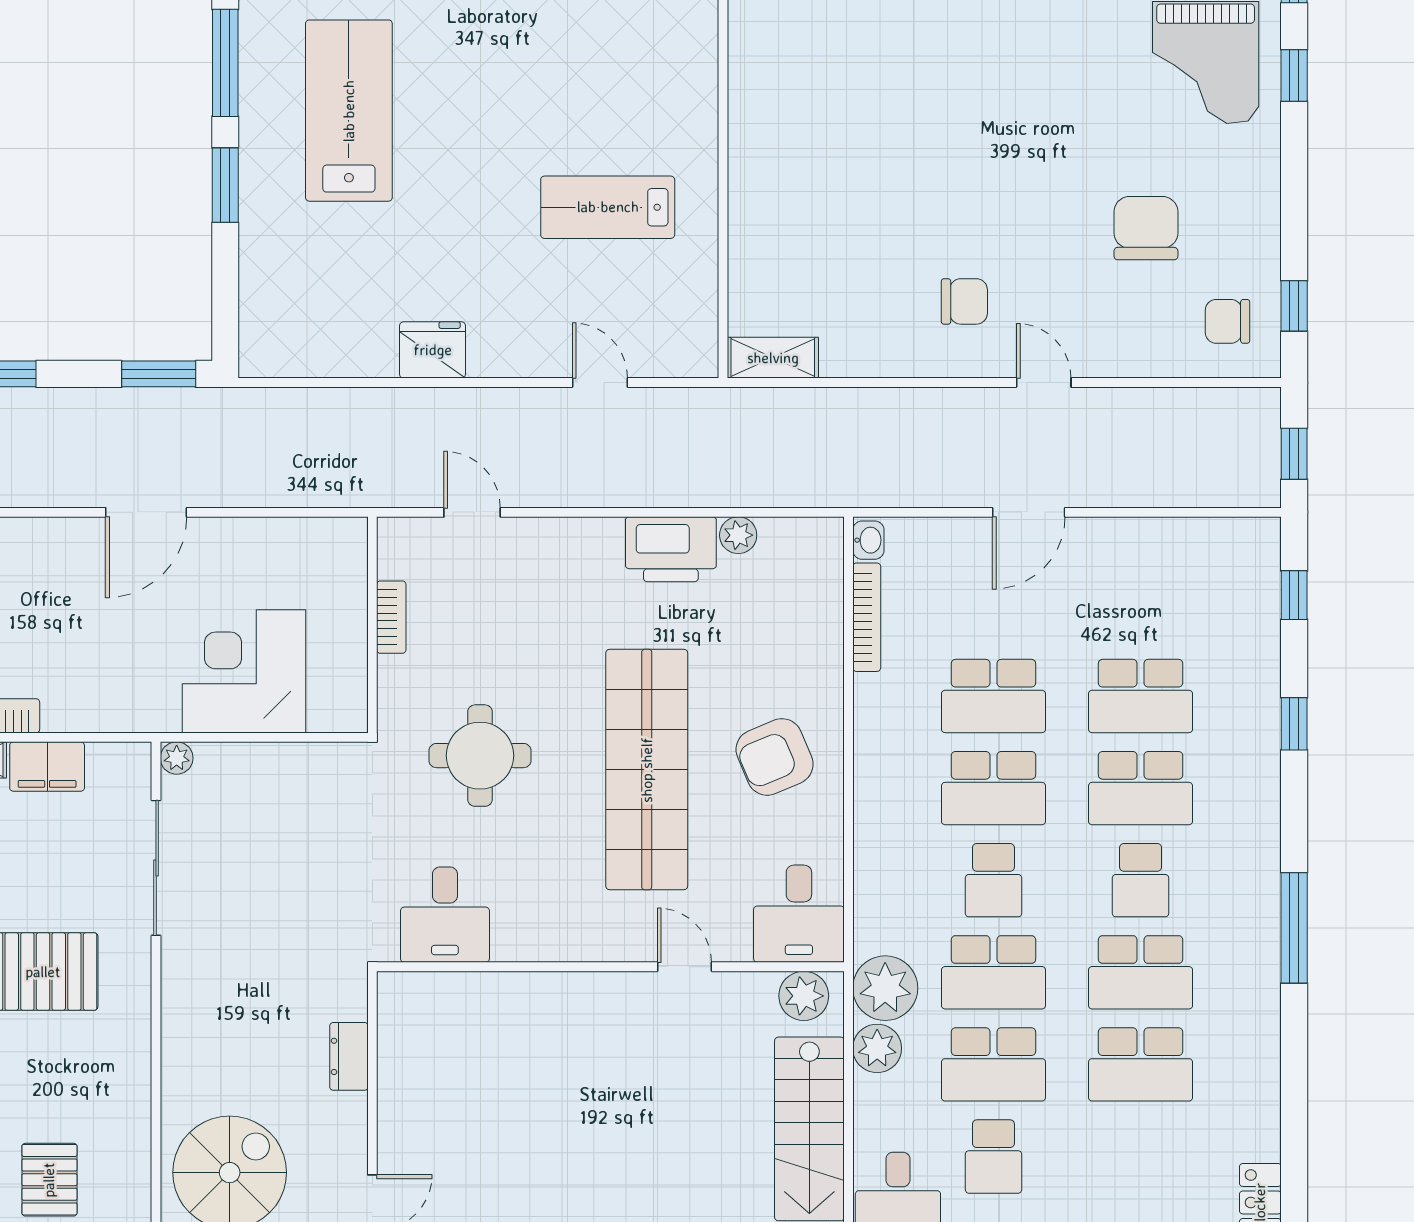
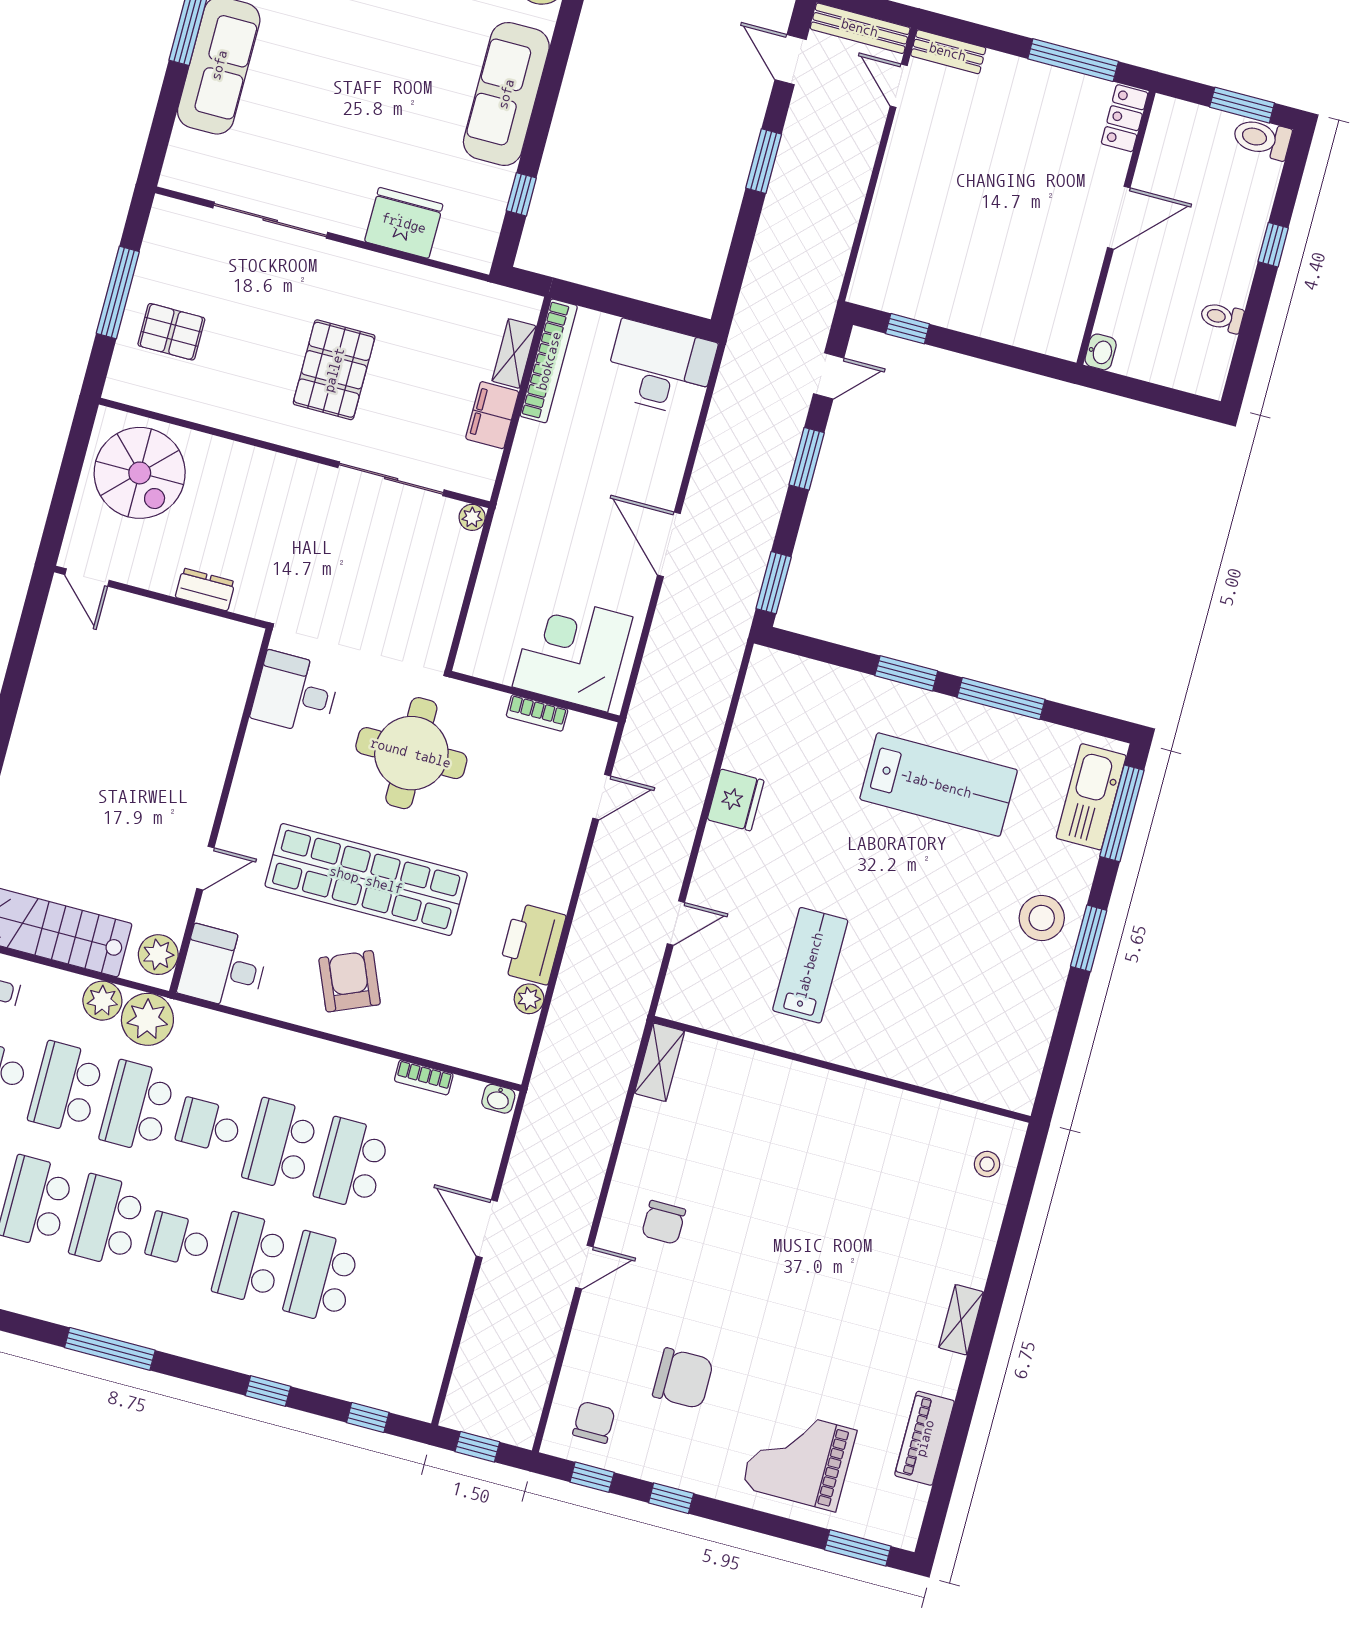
window: (1294, 75) -> (671, 1498), moved
bookcase: (867, 617) -> (424, 1077), width x0.64
corner desk: (244, 671) -> (573, 652), moved, turned -90
round table: (480, 756) -> (411, 753), width x1.36, depth x1.36

